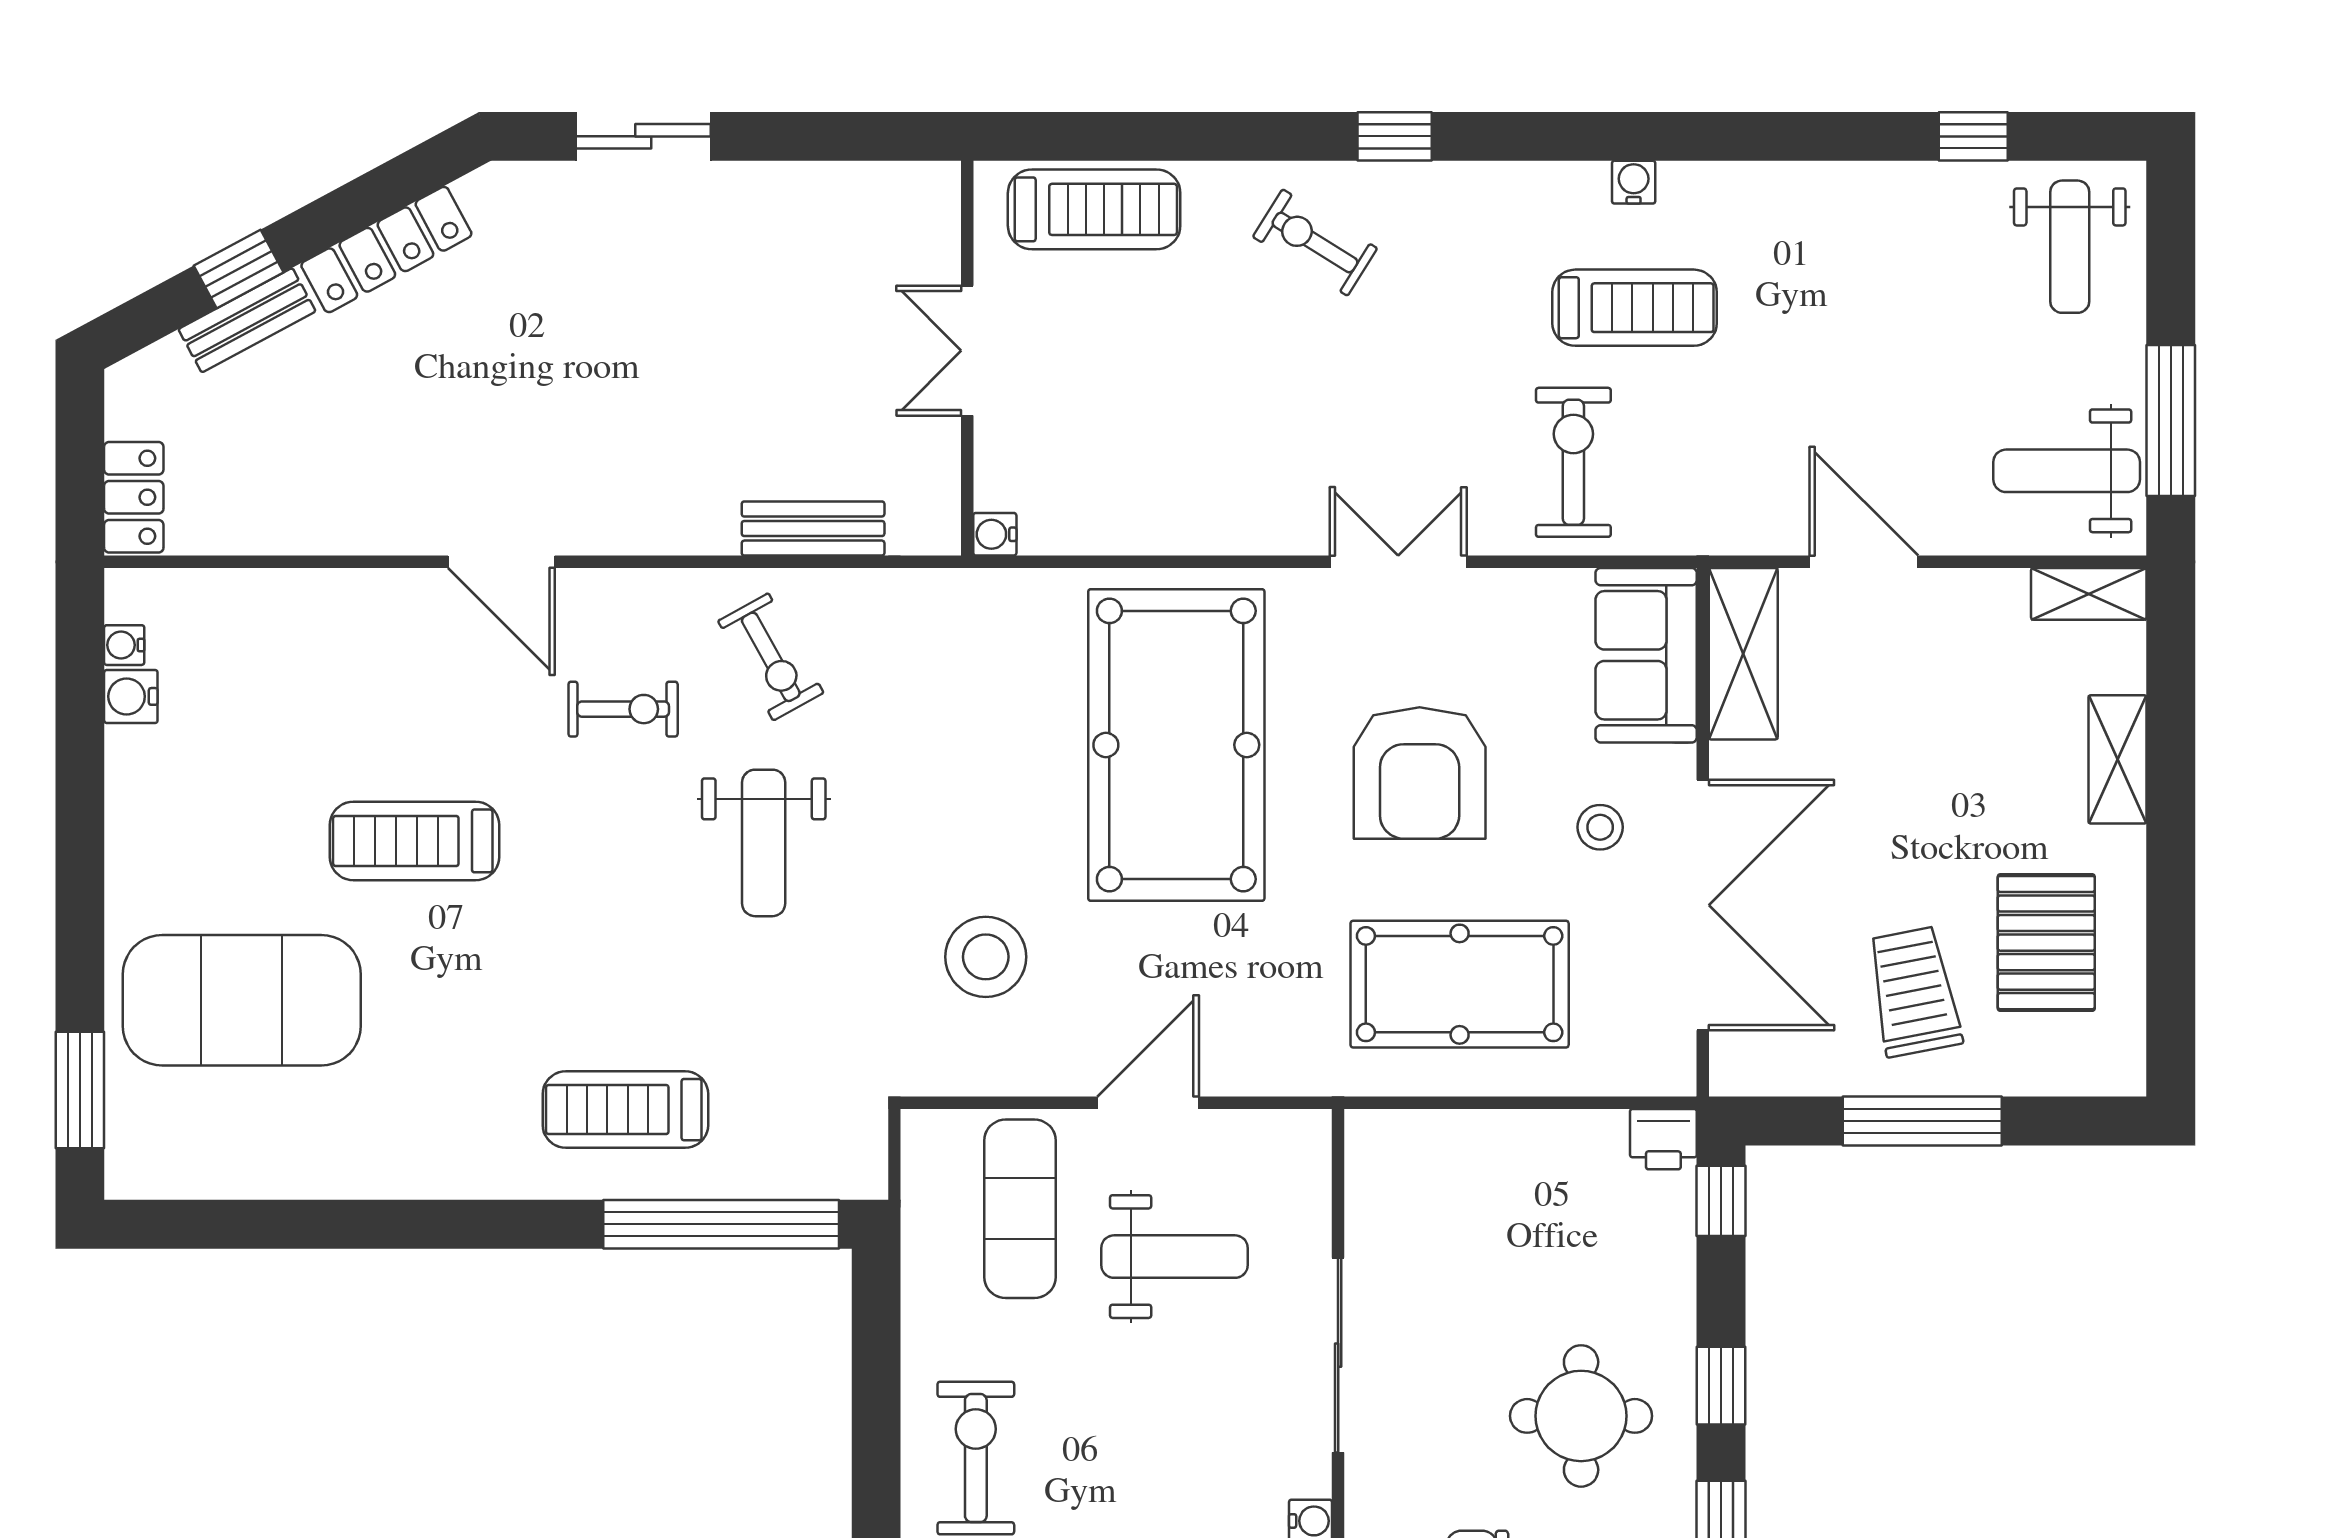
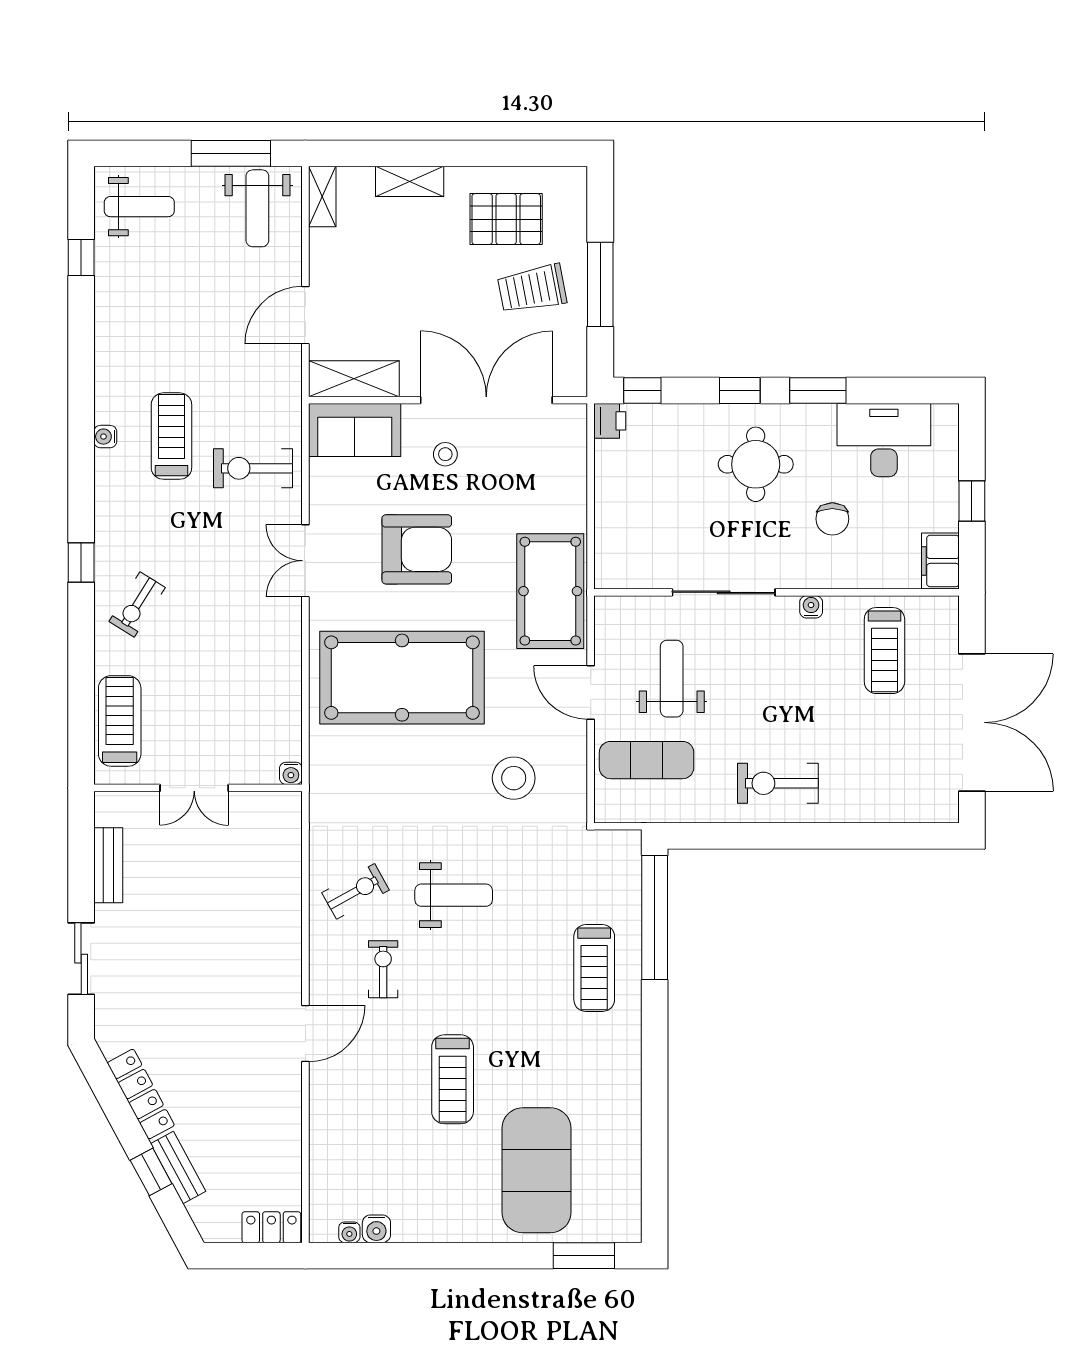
bench: (813, 529) -> (108, 865), moved
pool table: (1460, 984) -> (550, 591), moved

